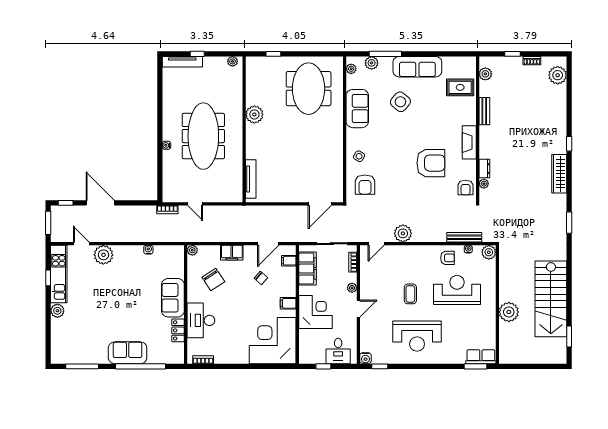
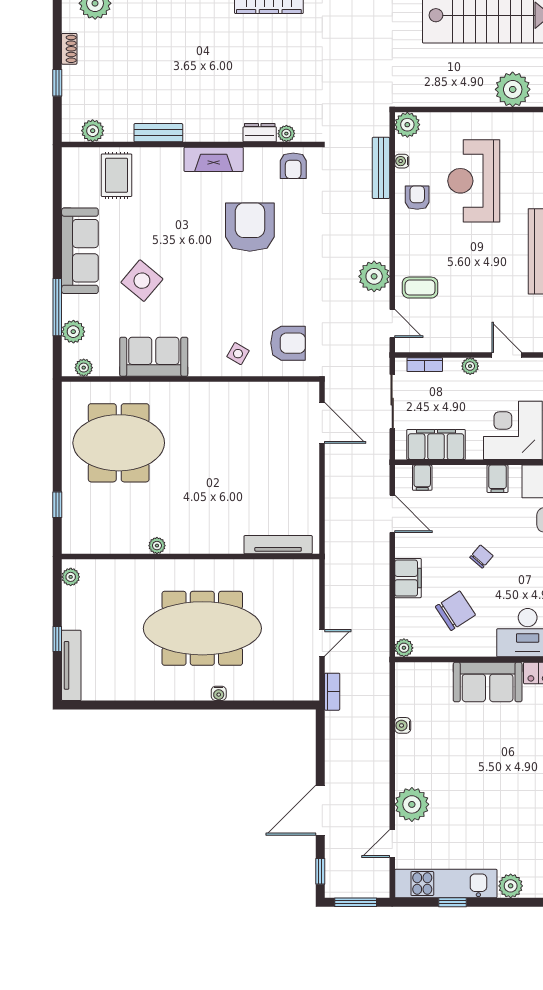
plant: (254, 114) -> (157, 546), width x0.53, depth x0.53
armchair: (466, 188) -> (293, 166), turned 90
chair: (261, 278) -> (481, 557), moved
coffee table: (410, 294) -> (420, 288), moved

